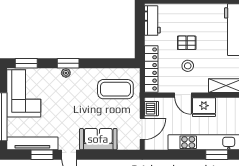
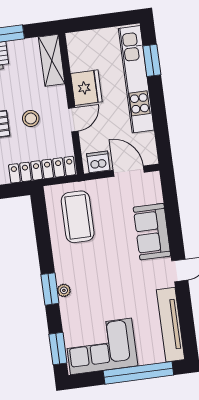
window: (42, 155) -> (185, 309), removed

